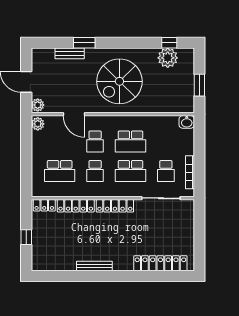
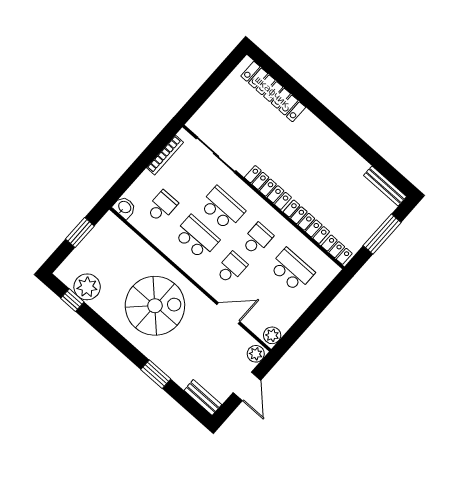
bench: (70, 53) -> (203, 397), moved
door: (74, 114) -> (228, 313), hinge flipped
school desk: (166, 171) -> (162, 206), moved
window: (26, 237) -> (382, 234), width x2.17
bench: (94, 266) -> (385, 186), moved

